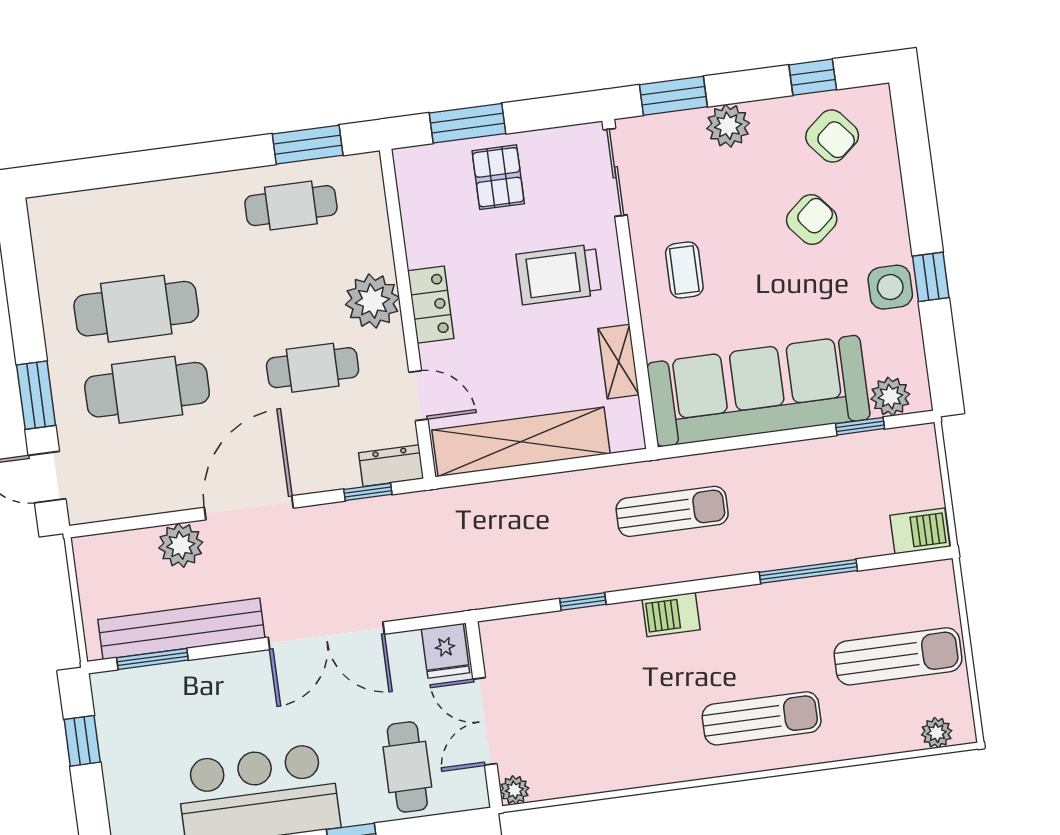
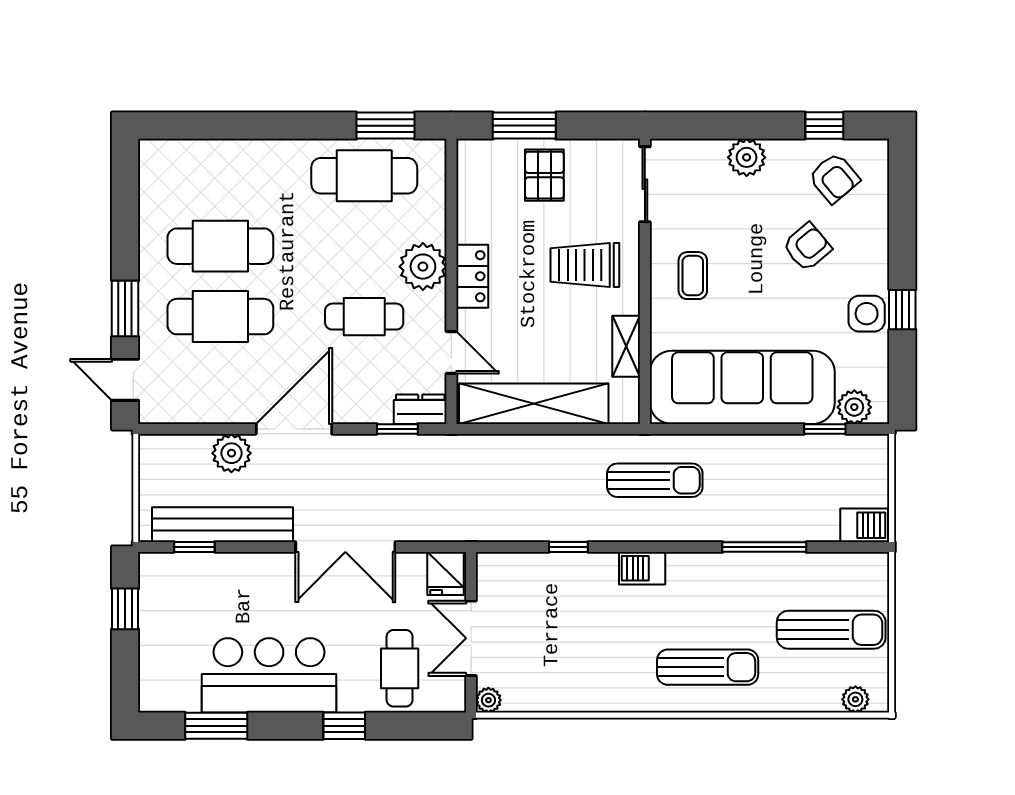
window: (673, 96) -> (703, 126), removed
cafe table: (291, 206) -> (364, 176), width x1.37, depth x1.35
window: (152, 659) -> (194, 547), width x0.67

